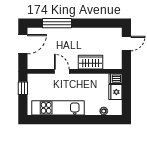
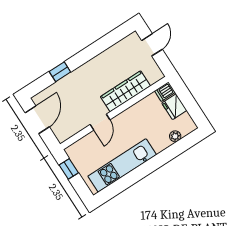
window: (57, 23) -> (60, 72), width x0.46
wardrobe: (91, 62) -> (125, 91), width x1.50
door: (62, 71) -> (100, 122), swing flipped

